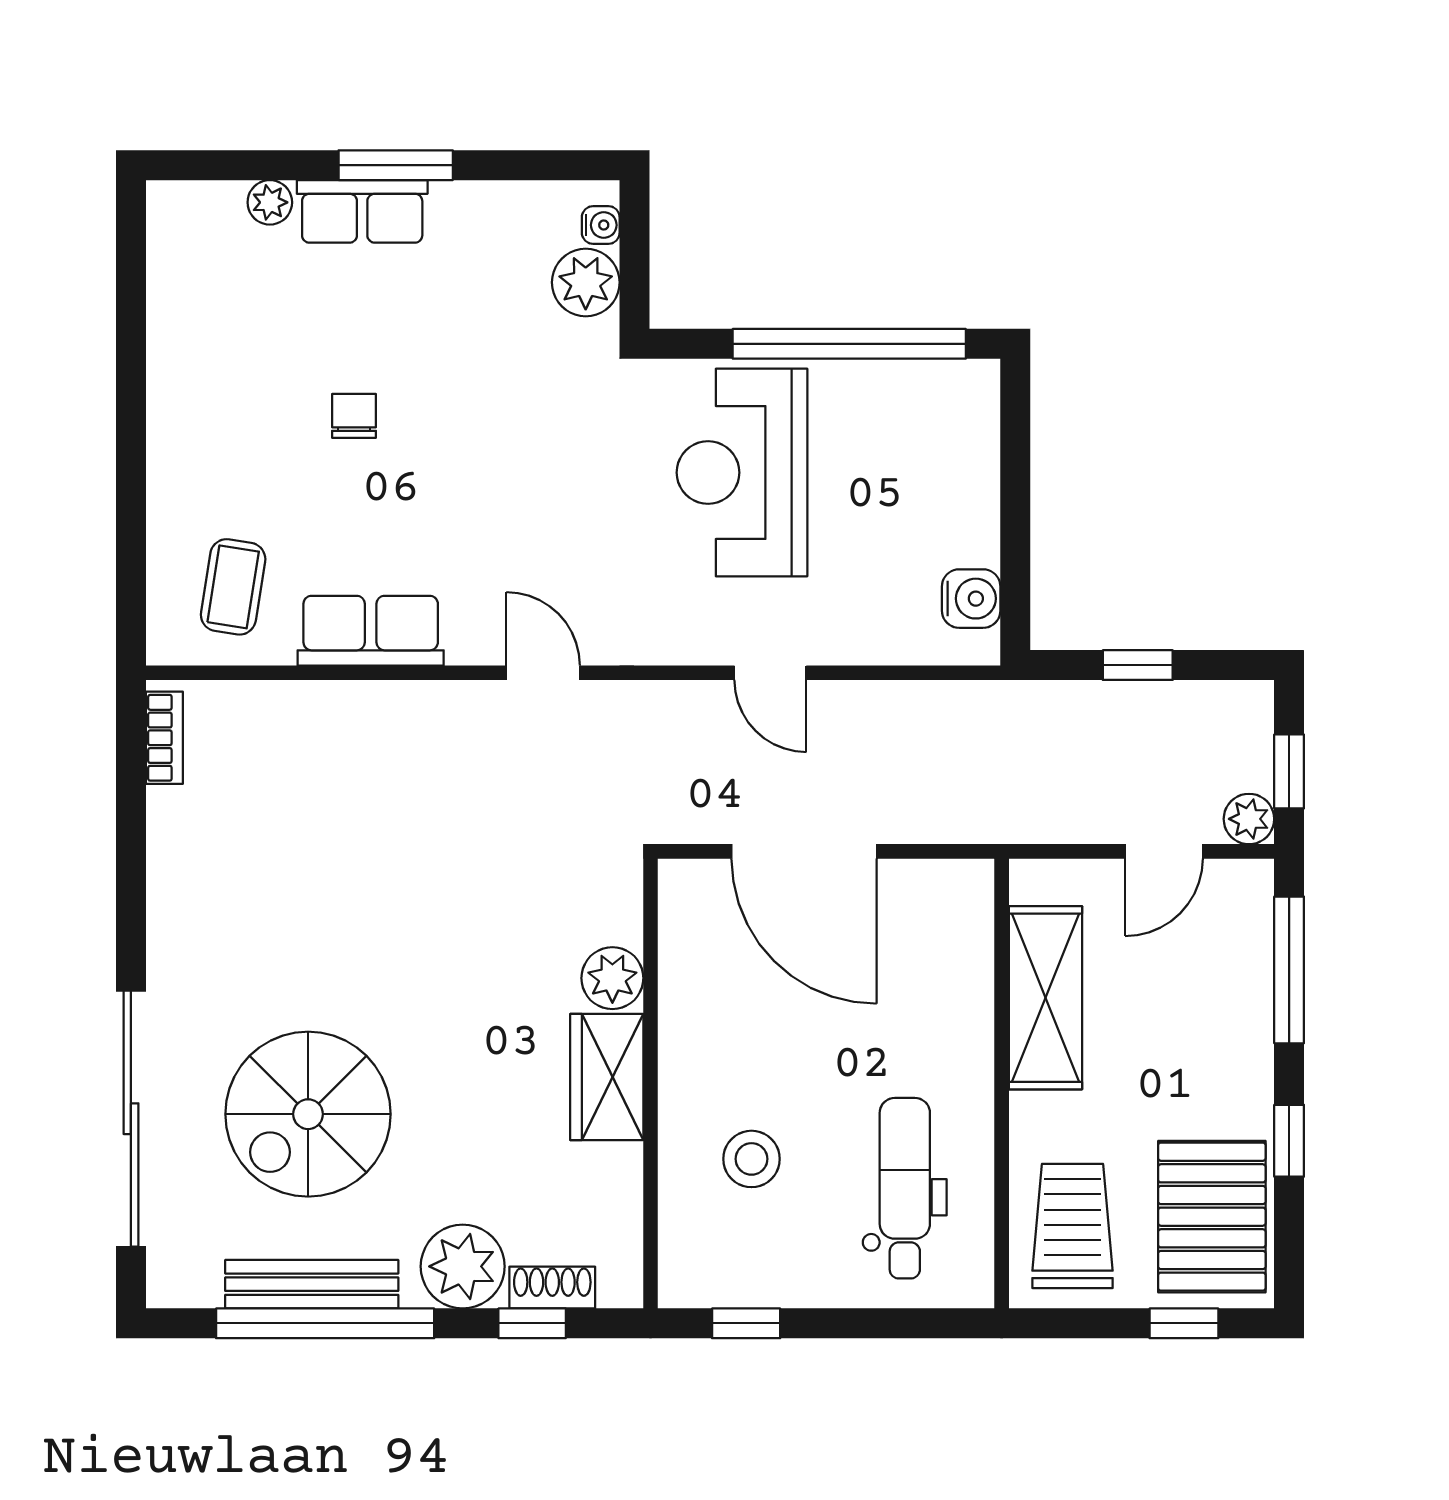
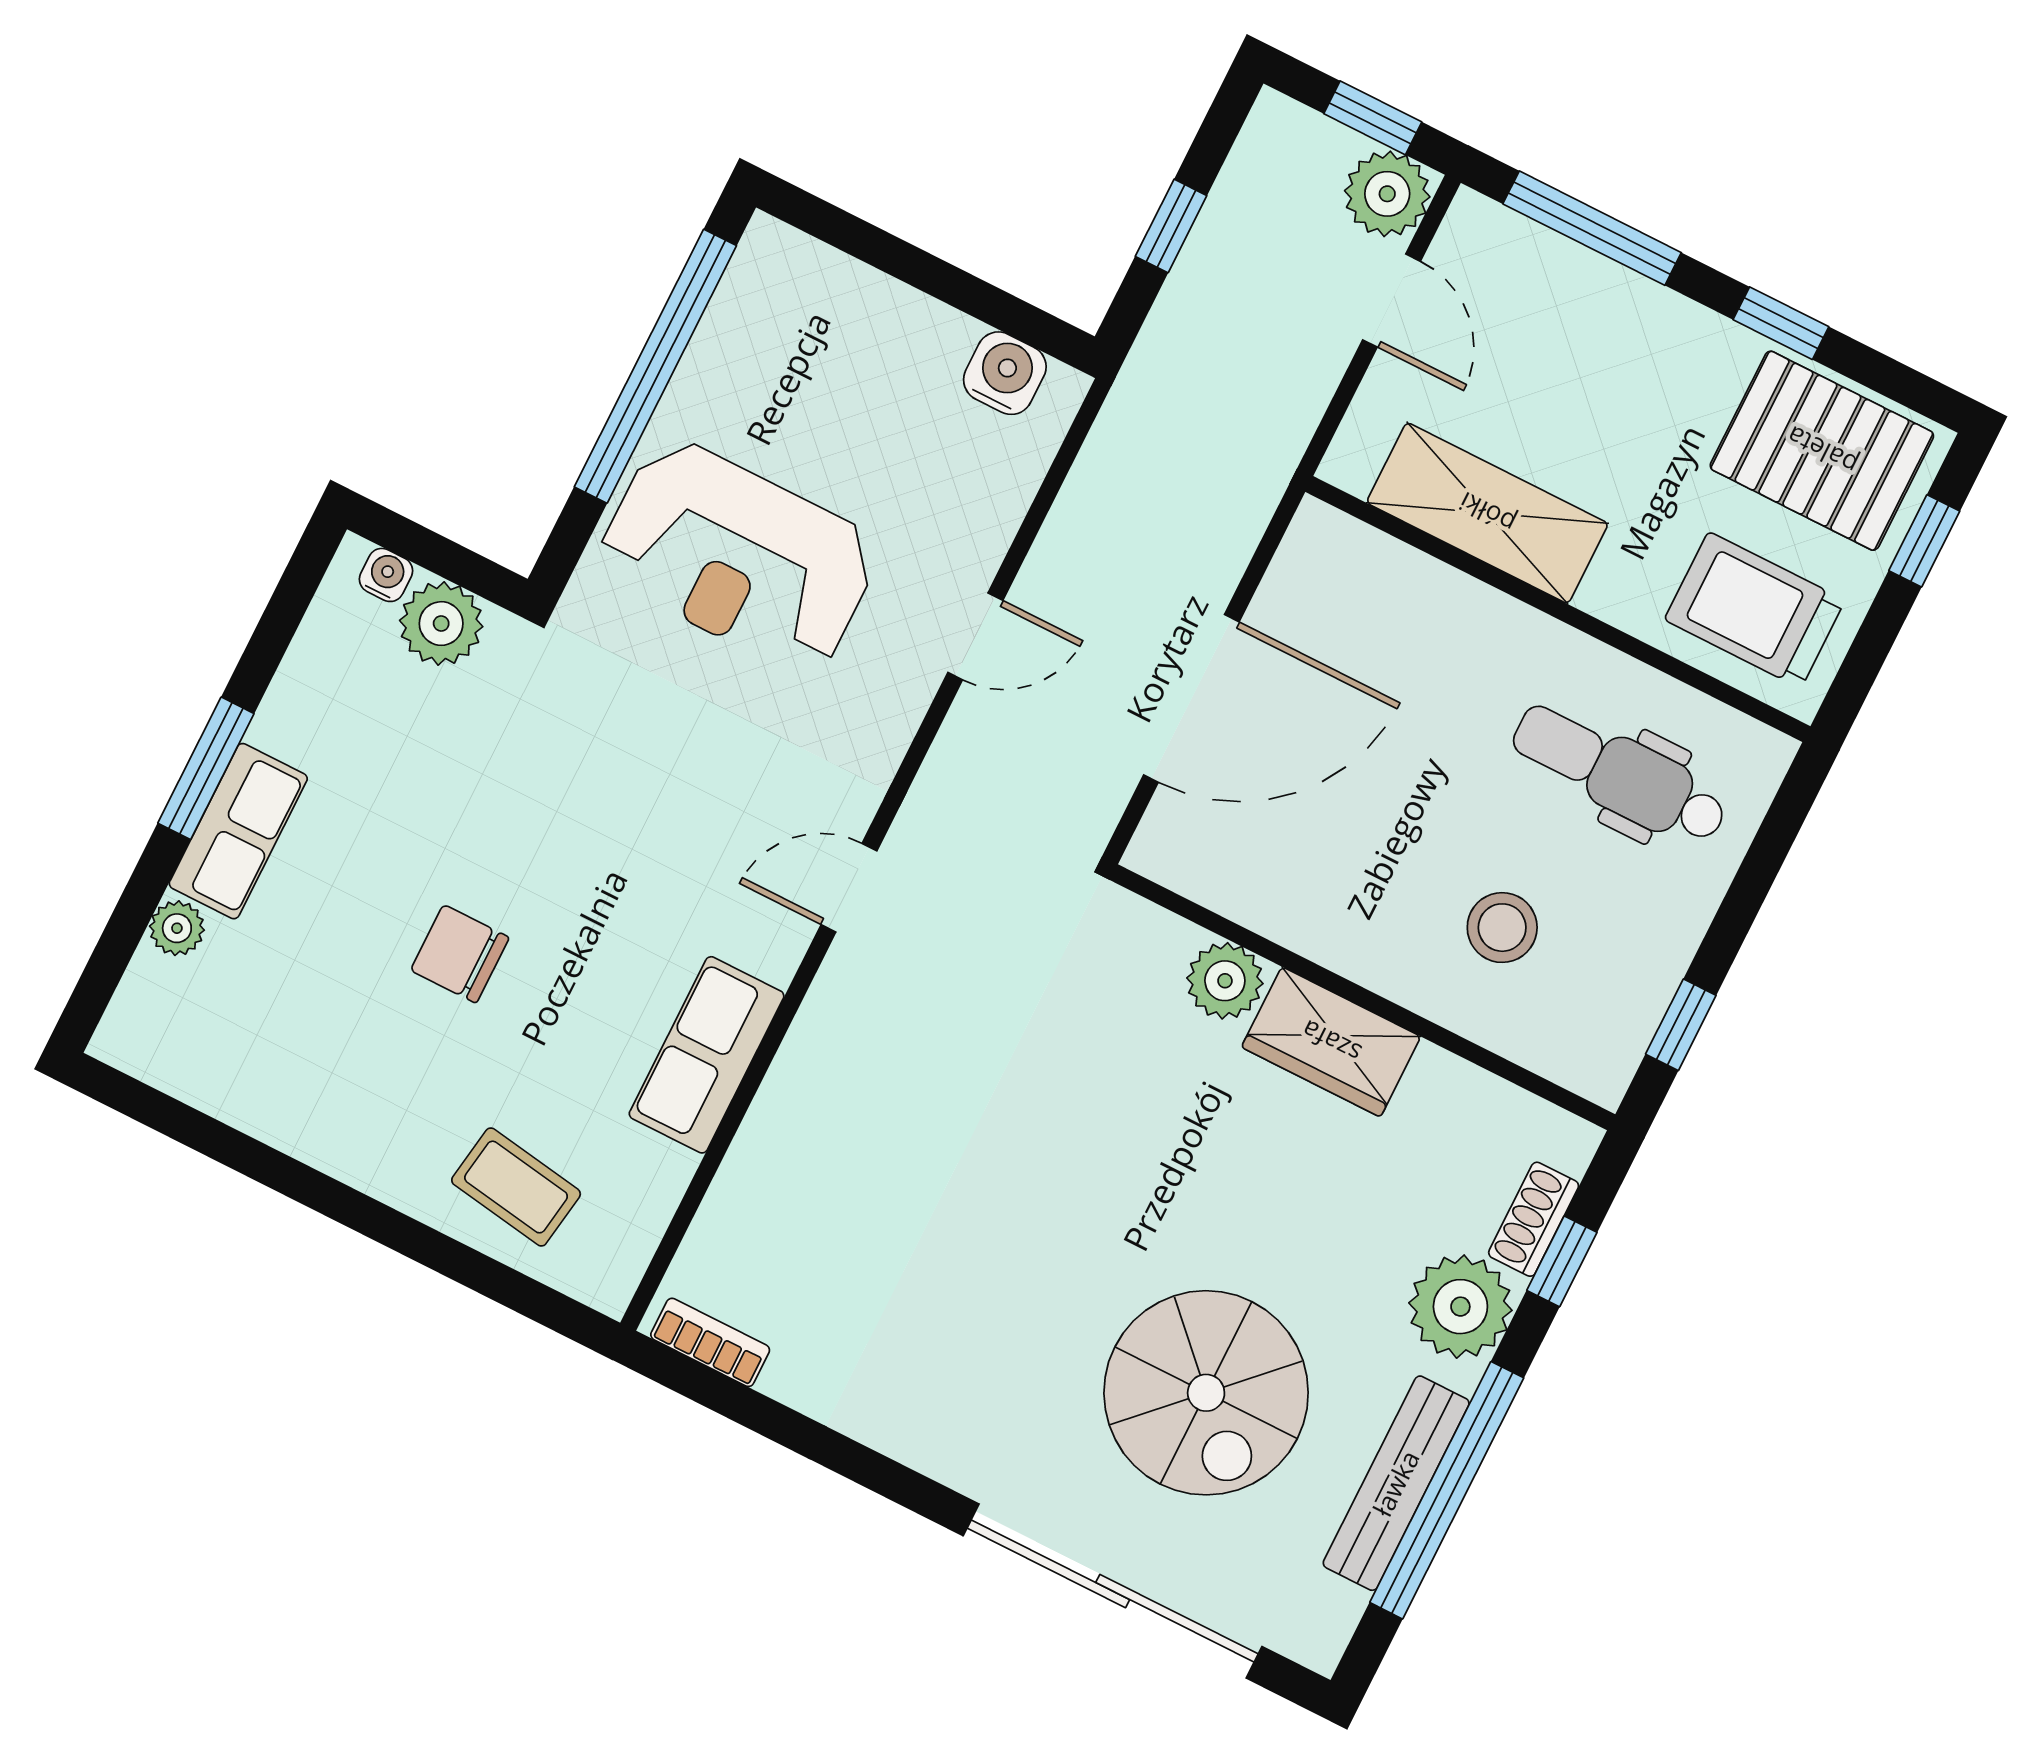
chair: (354, 416) -> (460, 954), width x1.37, depth x1.37
coffee table: (233, 587) -> (516, 1187), moved
plant: (1249, 819) -> (1387, 194), width x1.38, depth x1.38

